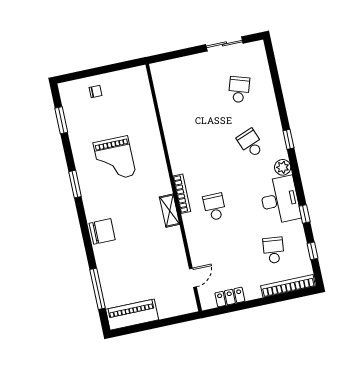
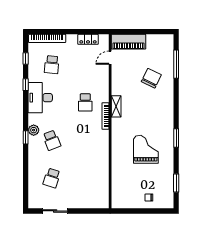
plant: (283, 167) -> (34, 130), moved
chair: (102, 231) -> (151, 78), moved, turned 116
piano: (132, 315) -> (128, 42), moved

